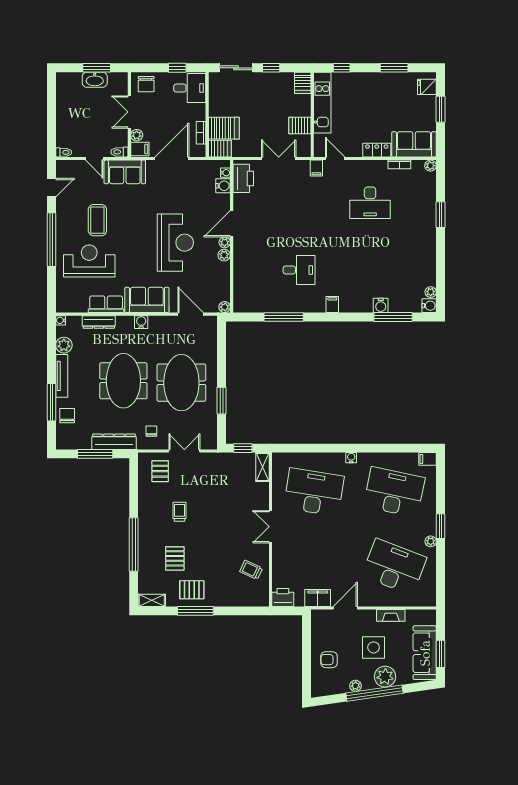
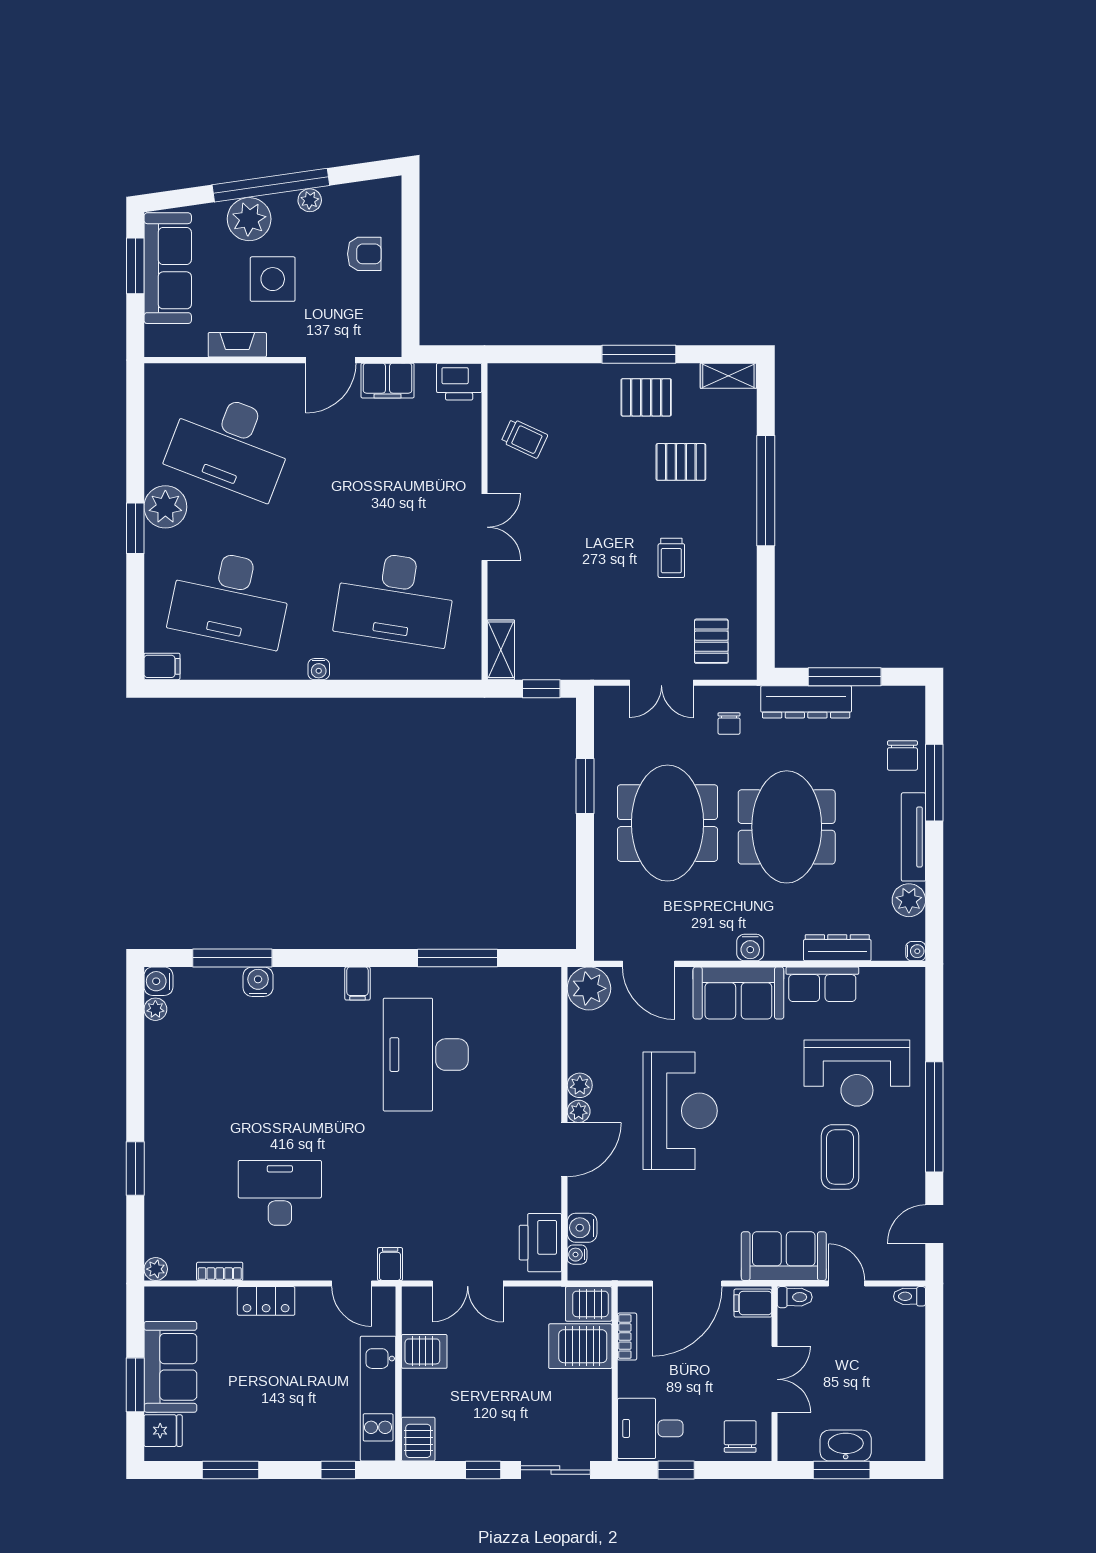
plant: (137, 135) -> (759, 1332), removed
sofa: (414, 144) -> (170, 1367), moved, turned -90
reception desk: (175, 243) -> (680, 1111), turned 180
desk: (299, 270) -> (426, 1055), width x1.87, depth x1.30
plant: (225, 307) -> (589, 988), width x1.88, depth x1.88
plant: (431, 541) -> (165, 507), width x1.88, depth x1.88
pallet: (175, 558) -> (681, 462), turned 90

